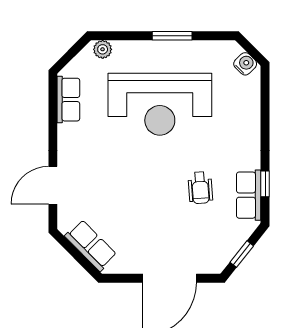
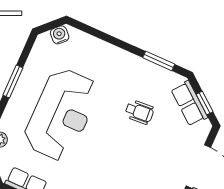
window: (265, 184) -> (159, 61), width x1.50
row of seats: (249, 195) -> (189, 103), moved, turned 38

